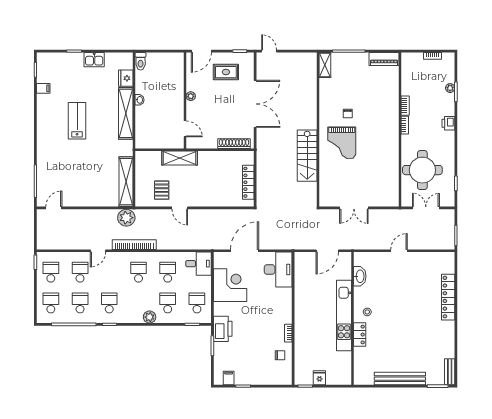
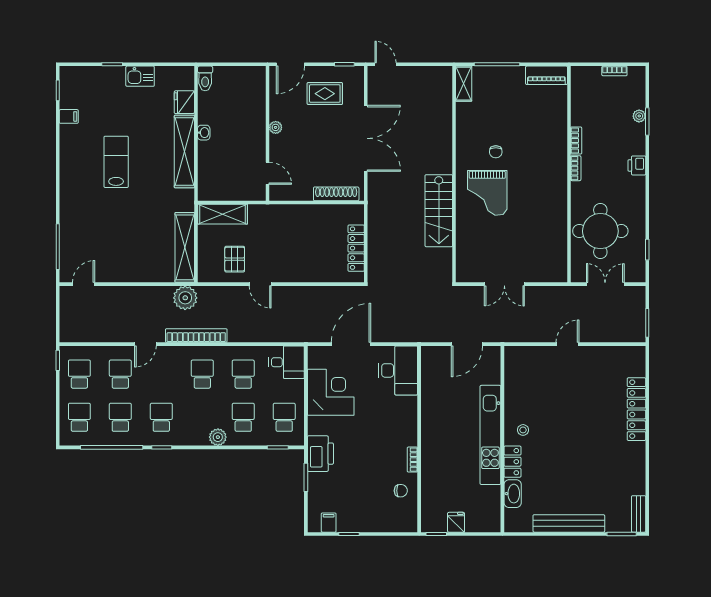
shelving: (180, 158) -> (222, 214), moved
washbasin: (360, 276) -> (513, 494), moved

